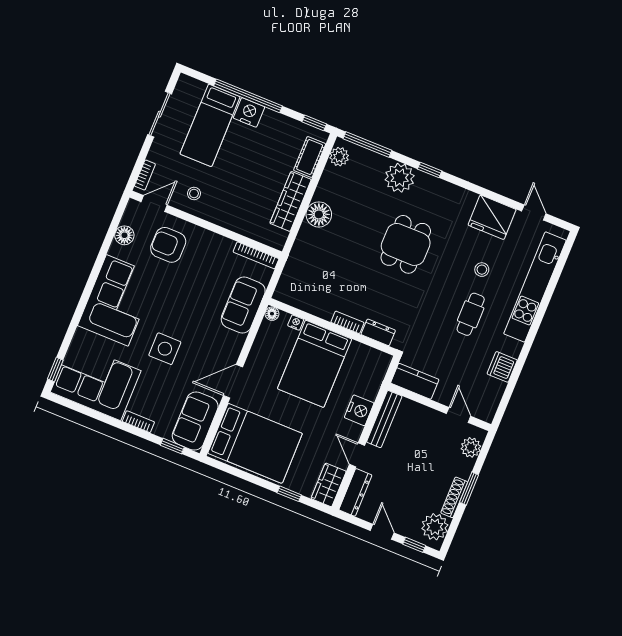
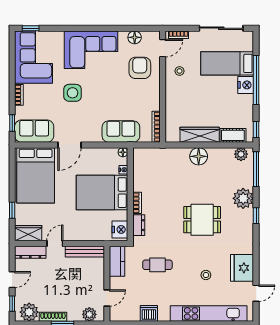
sliding door: (160, 114) -> (221, 28), width x1.37
door: (154, 204) -> (163, 48), hinge flipped
cafe table: (471, 314) -> (157, 265), moved
door: (233, 381) -> (70, 145), swing flipped
nightstand: (359, 410) -> (120, 229), moved, turned -90

